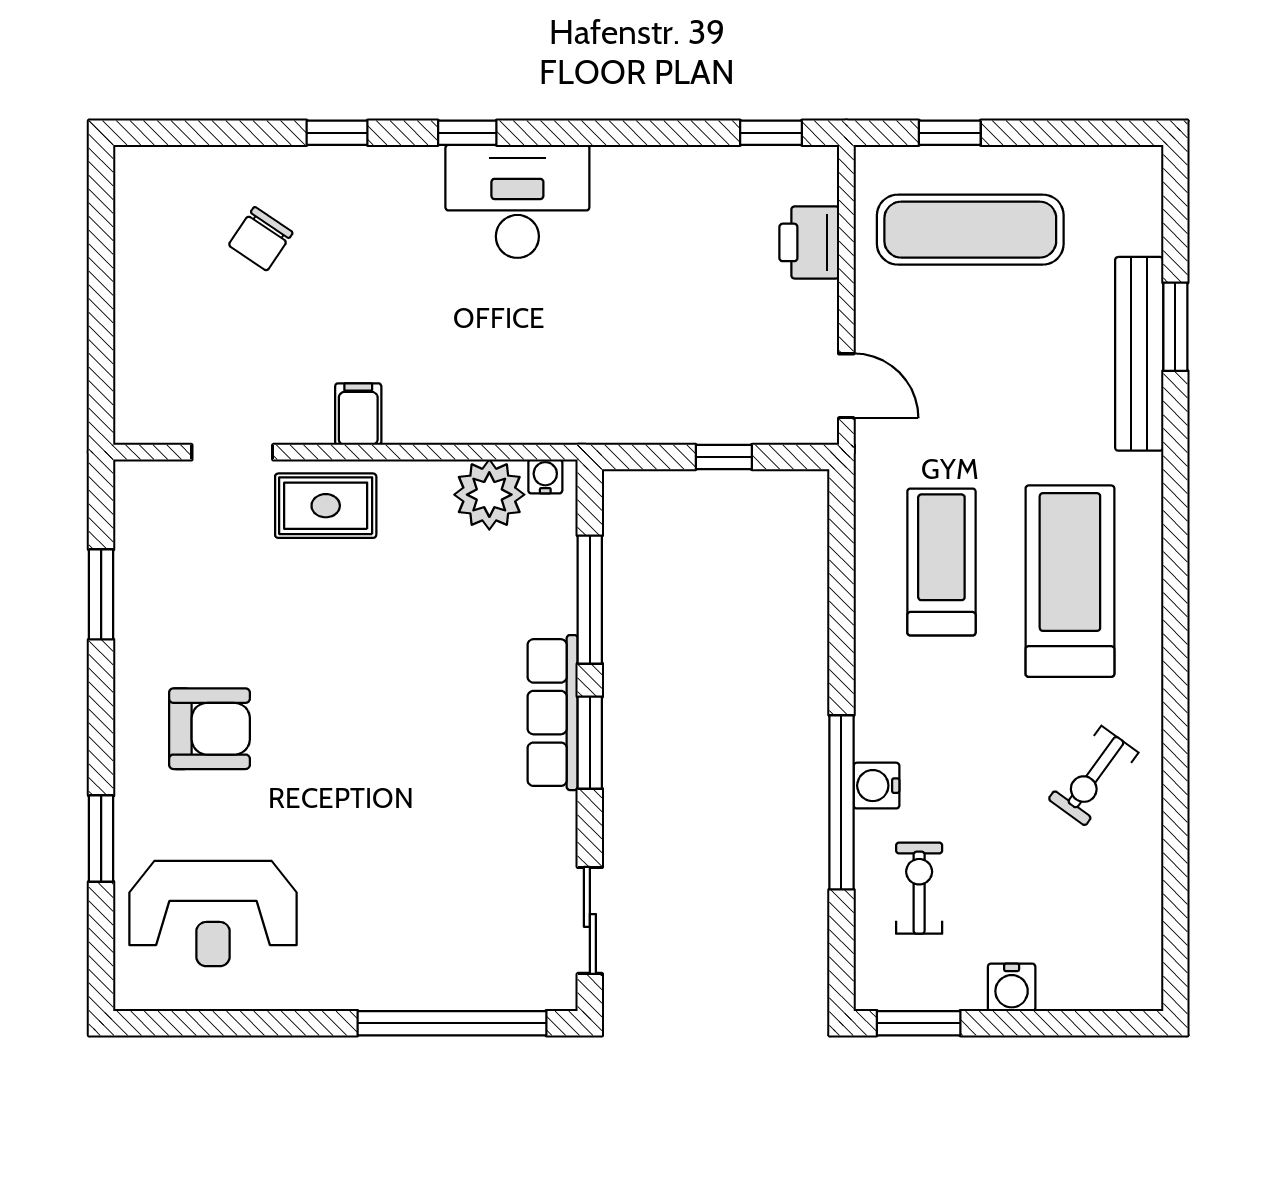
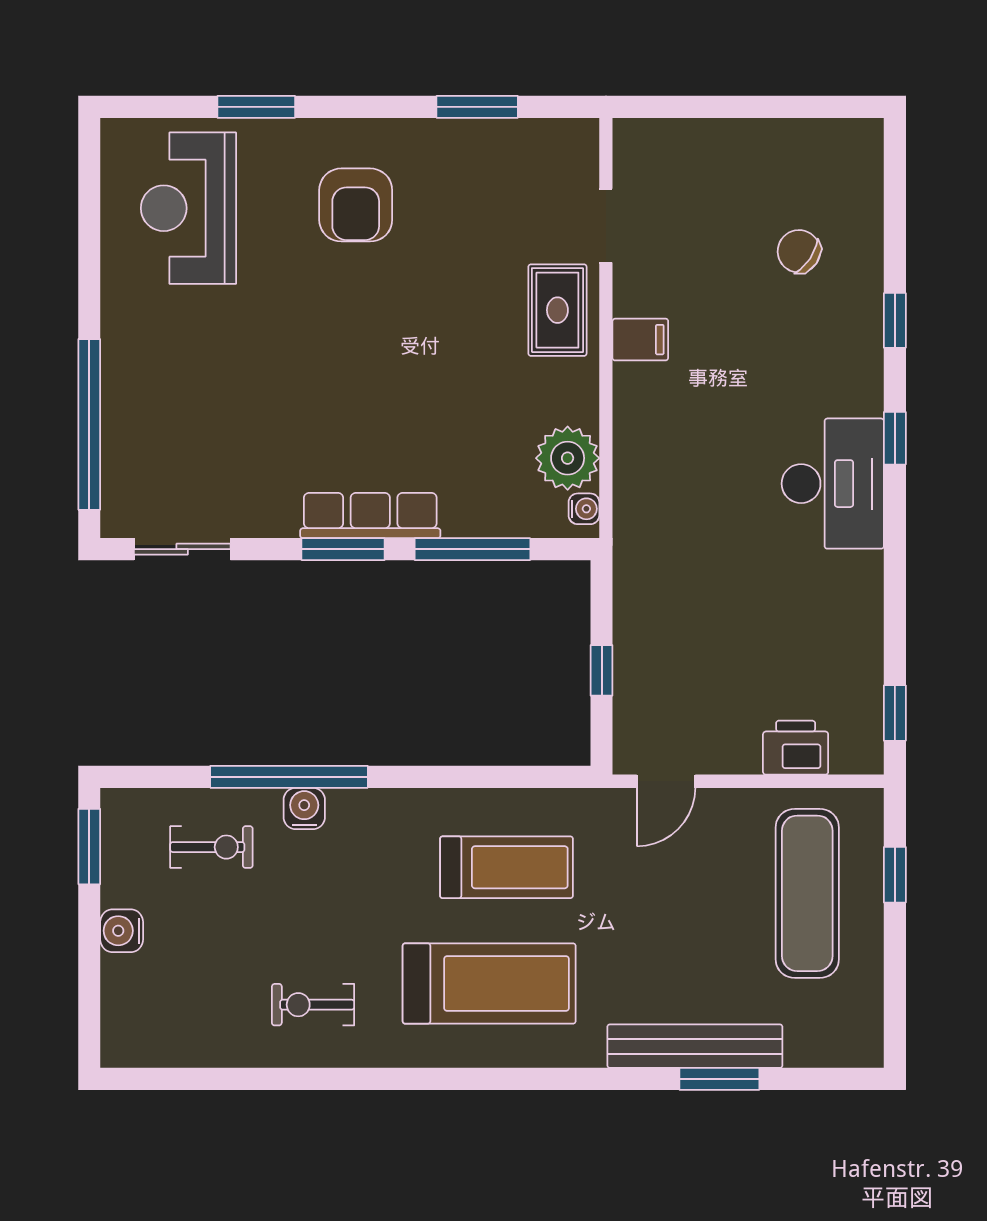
exercise bike: (1093, 776) -> (313, 1005), turned -36

